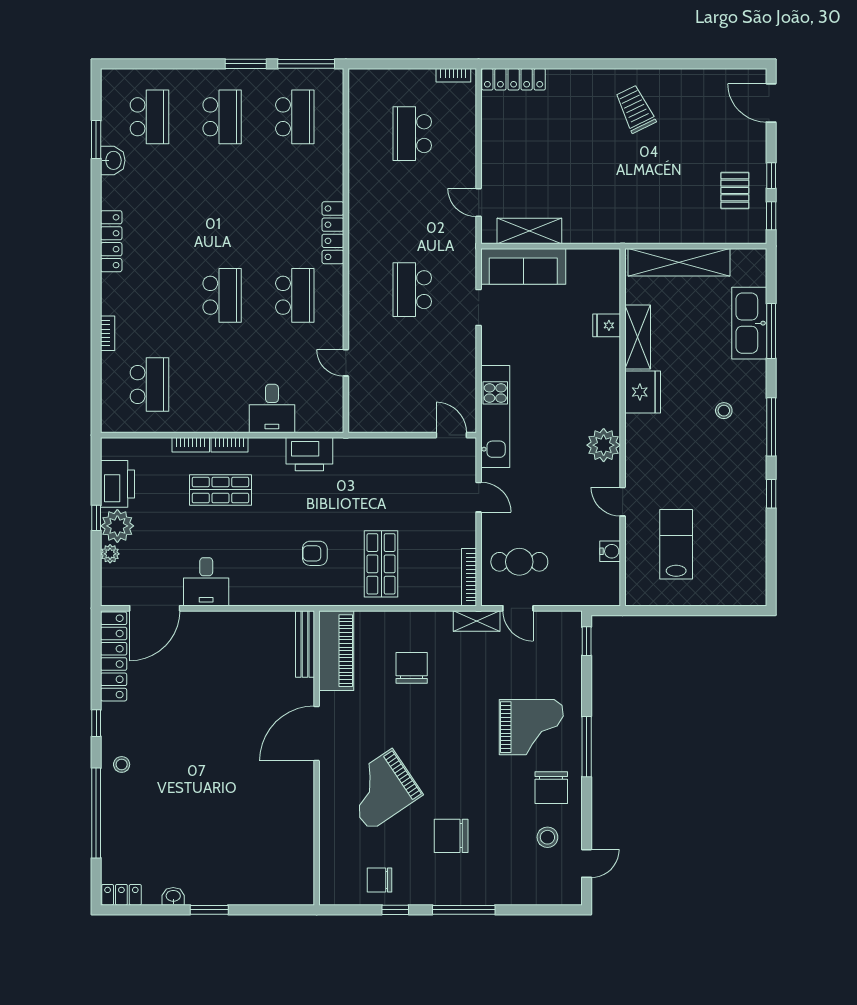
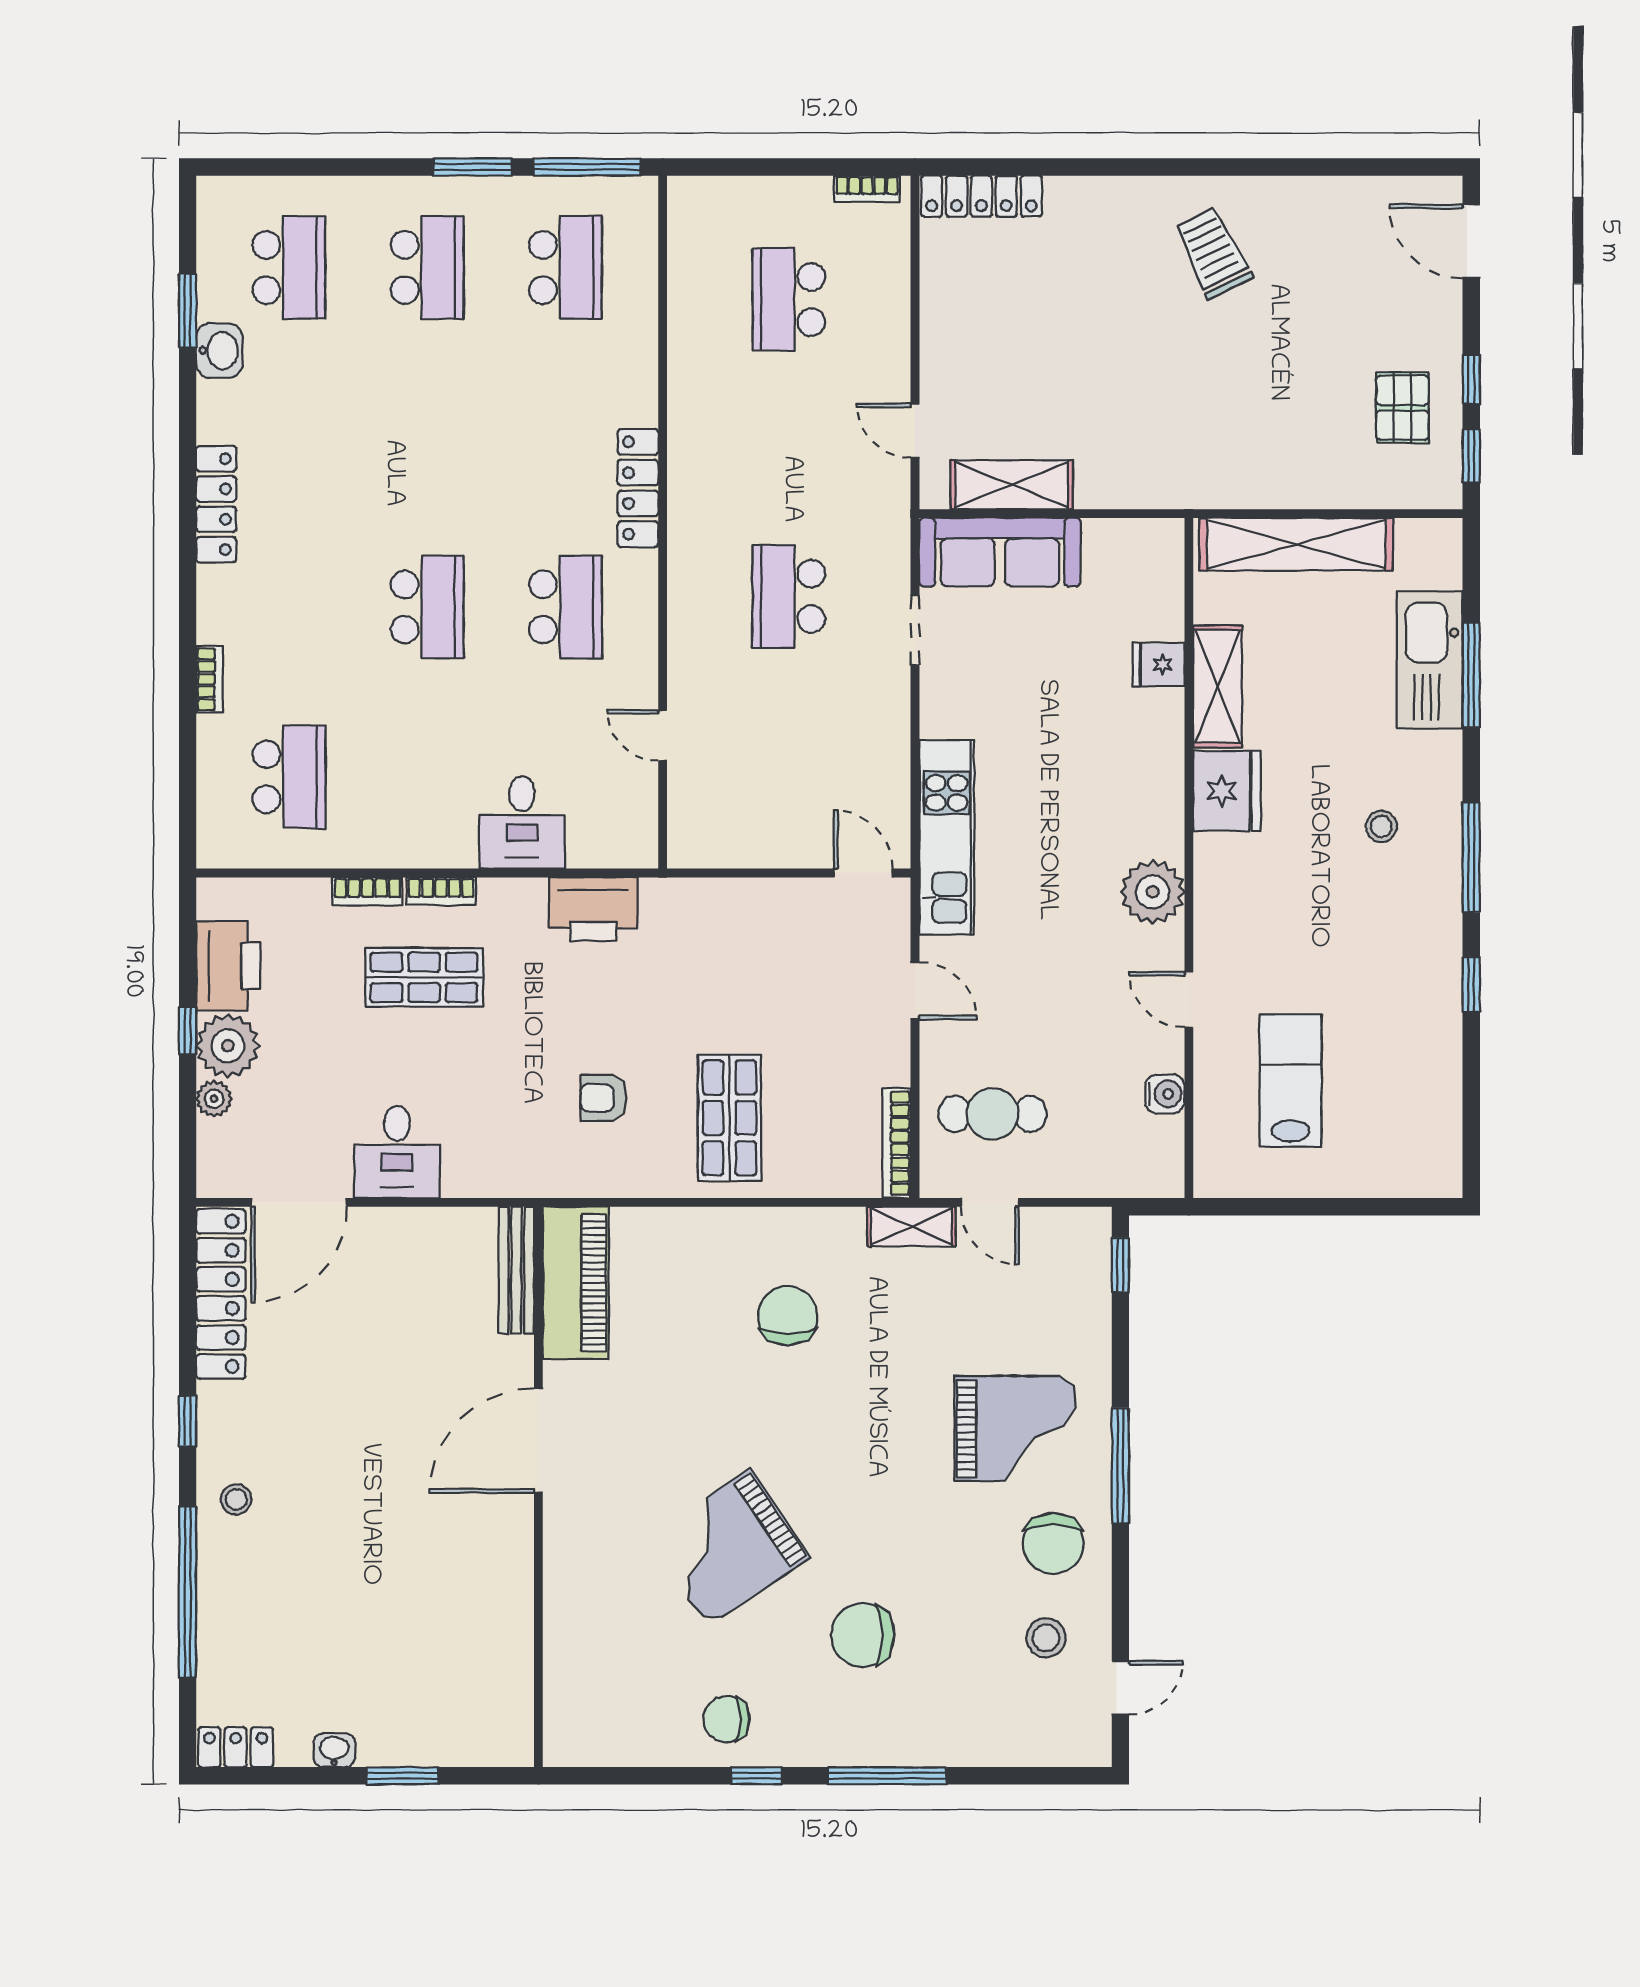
bench: (305, 644) -> (516, 1270), moved
piano: (336, 651) -> (576, 1283), moved
door: (317, 734) -> (538, 1441), moved
wall: (317, 758) -> (538, 1487), moved

